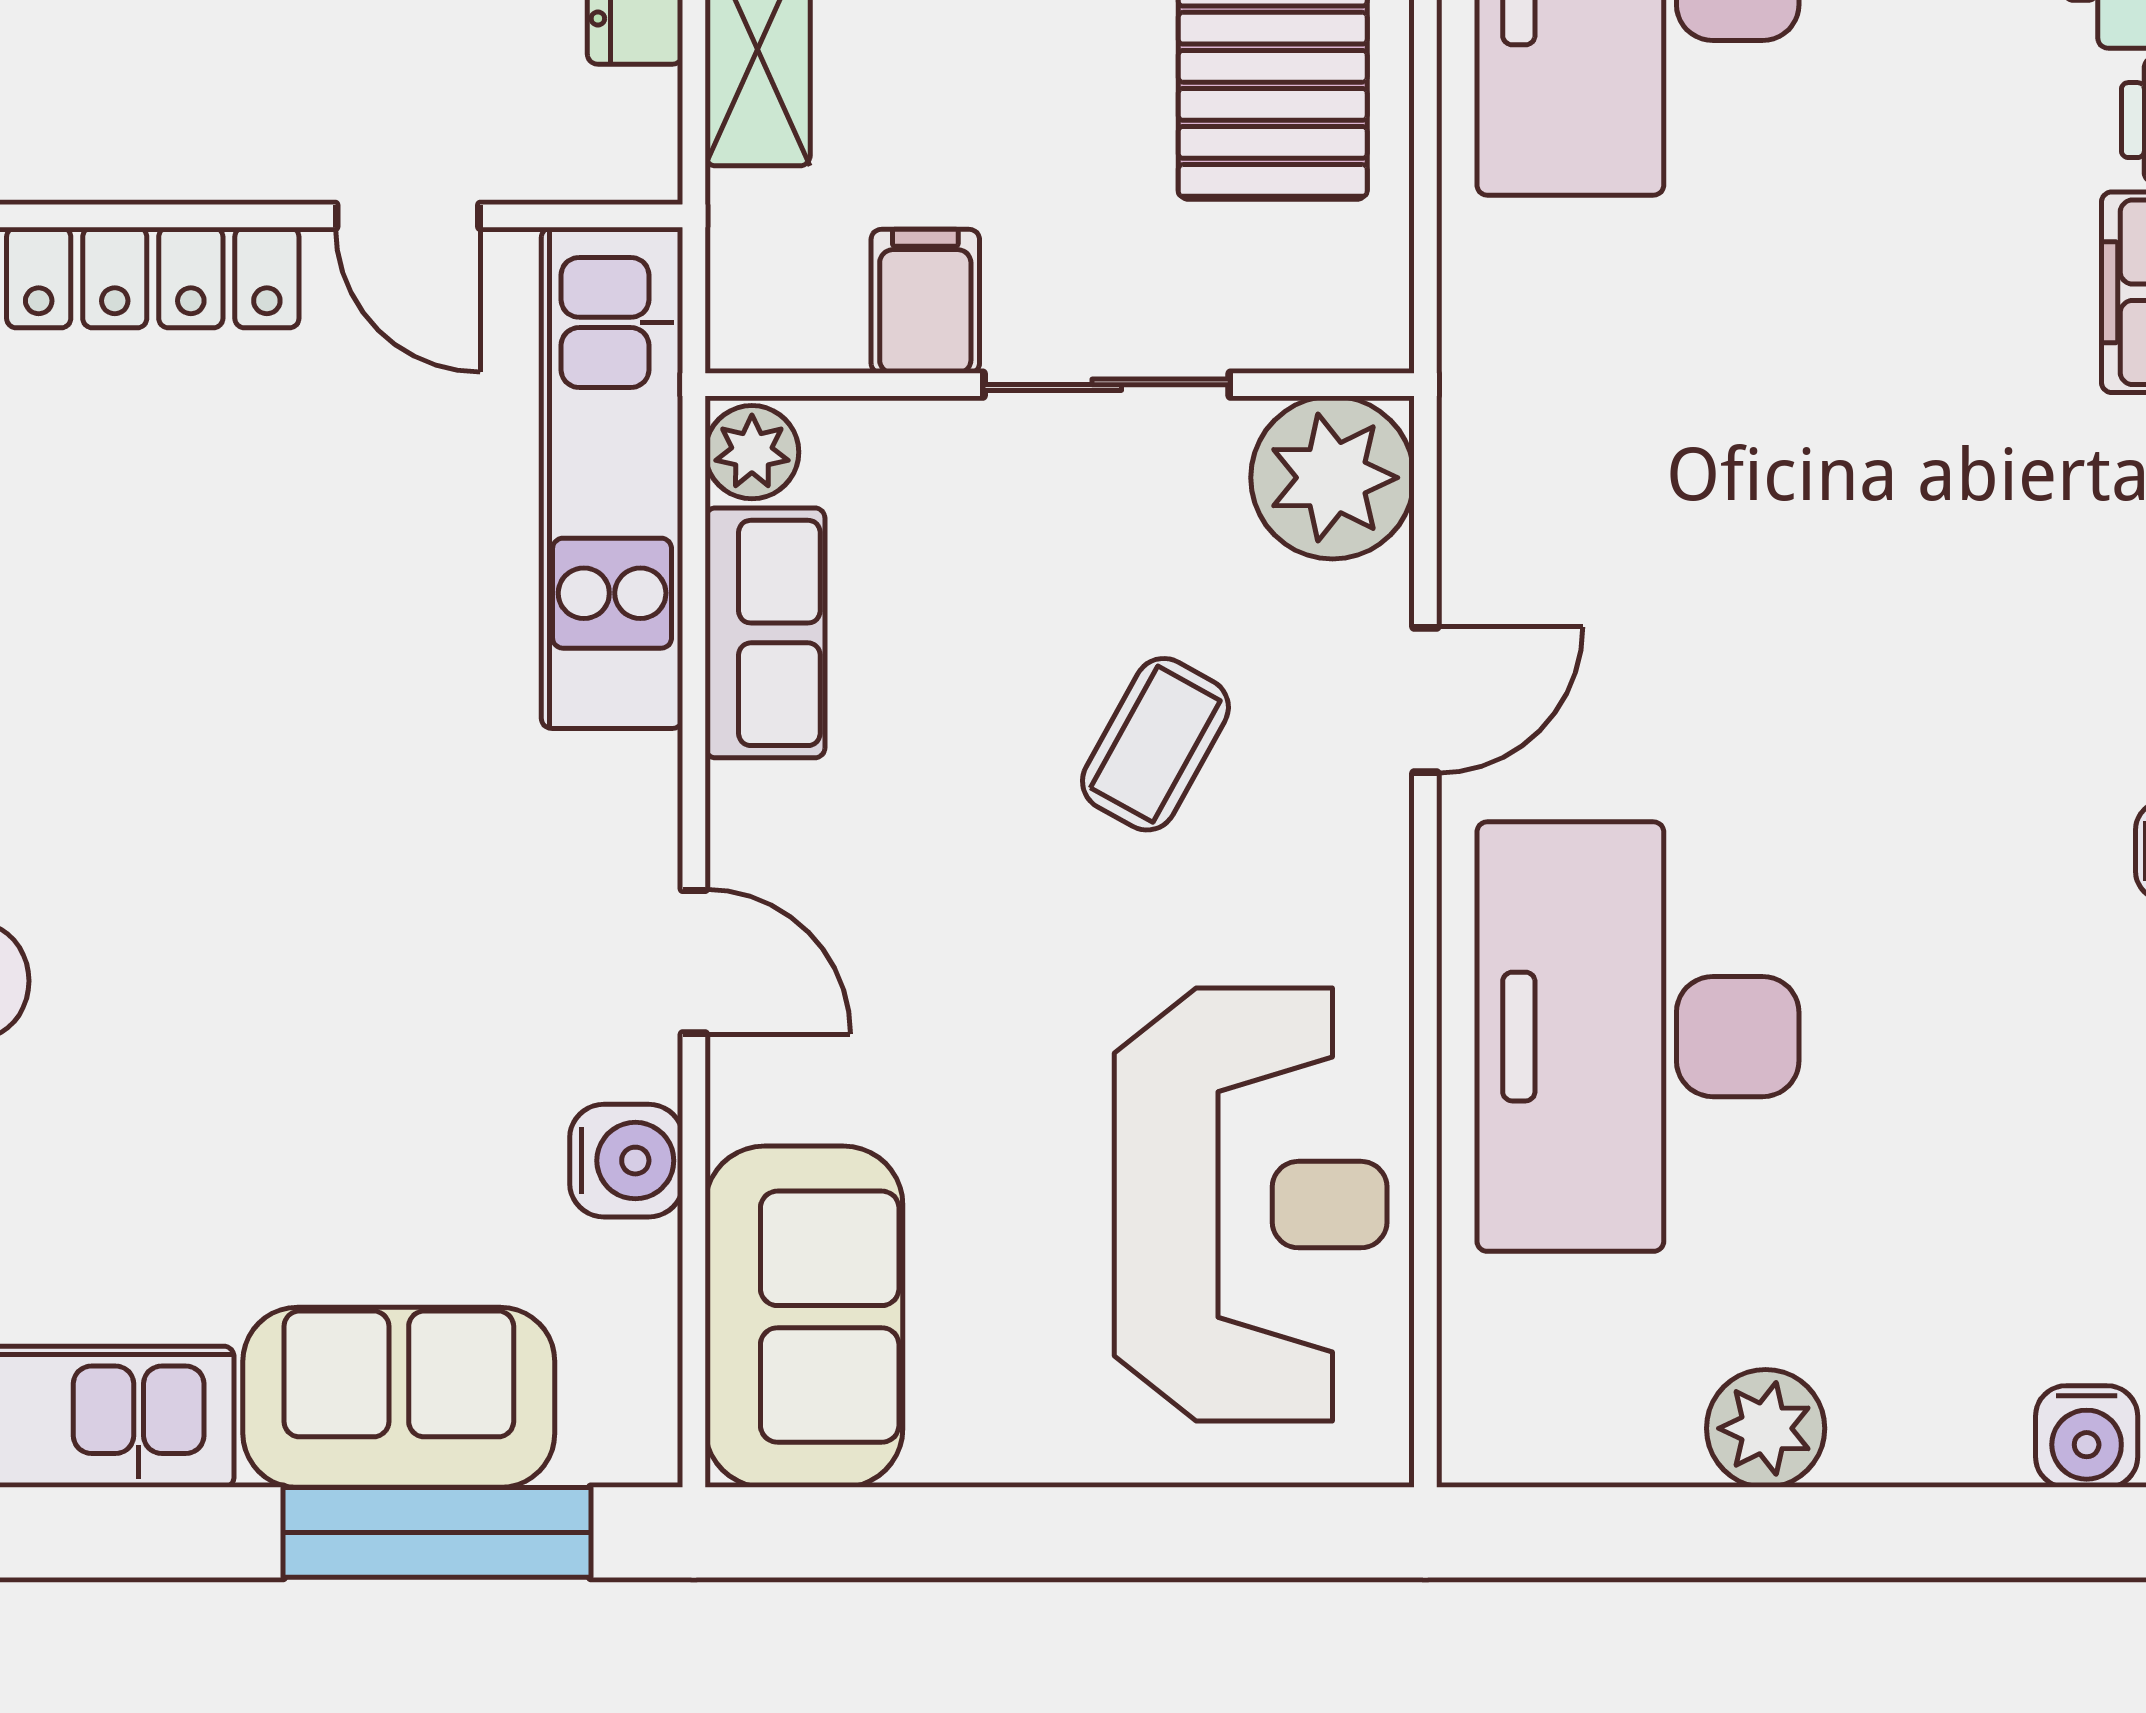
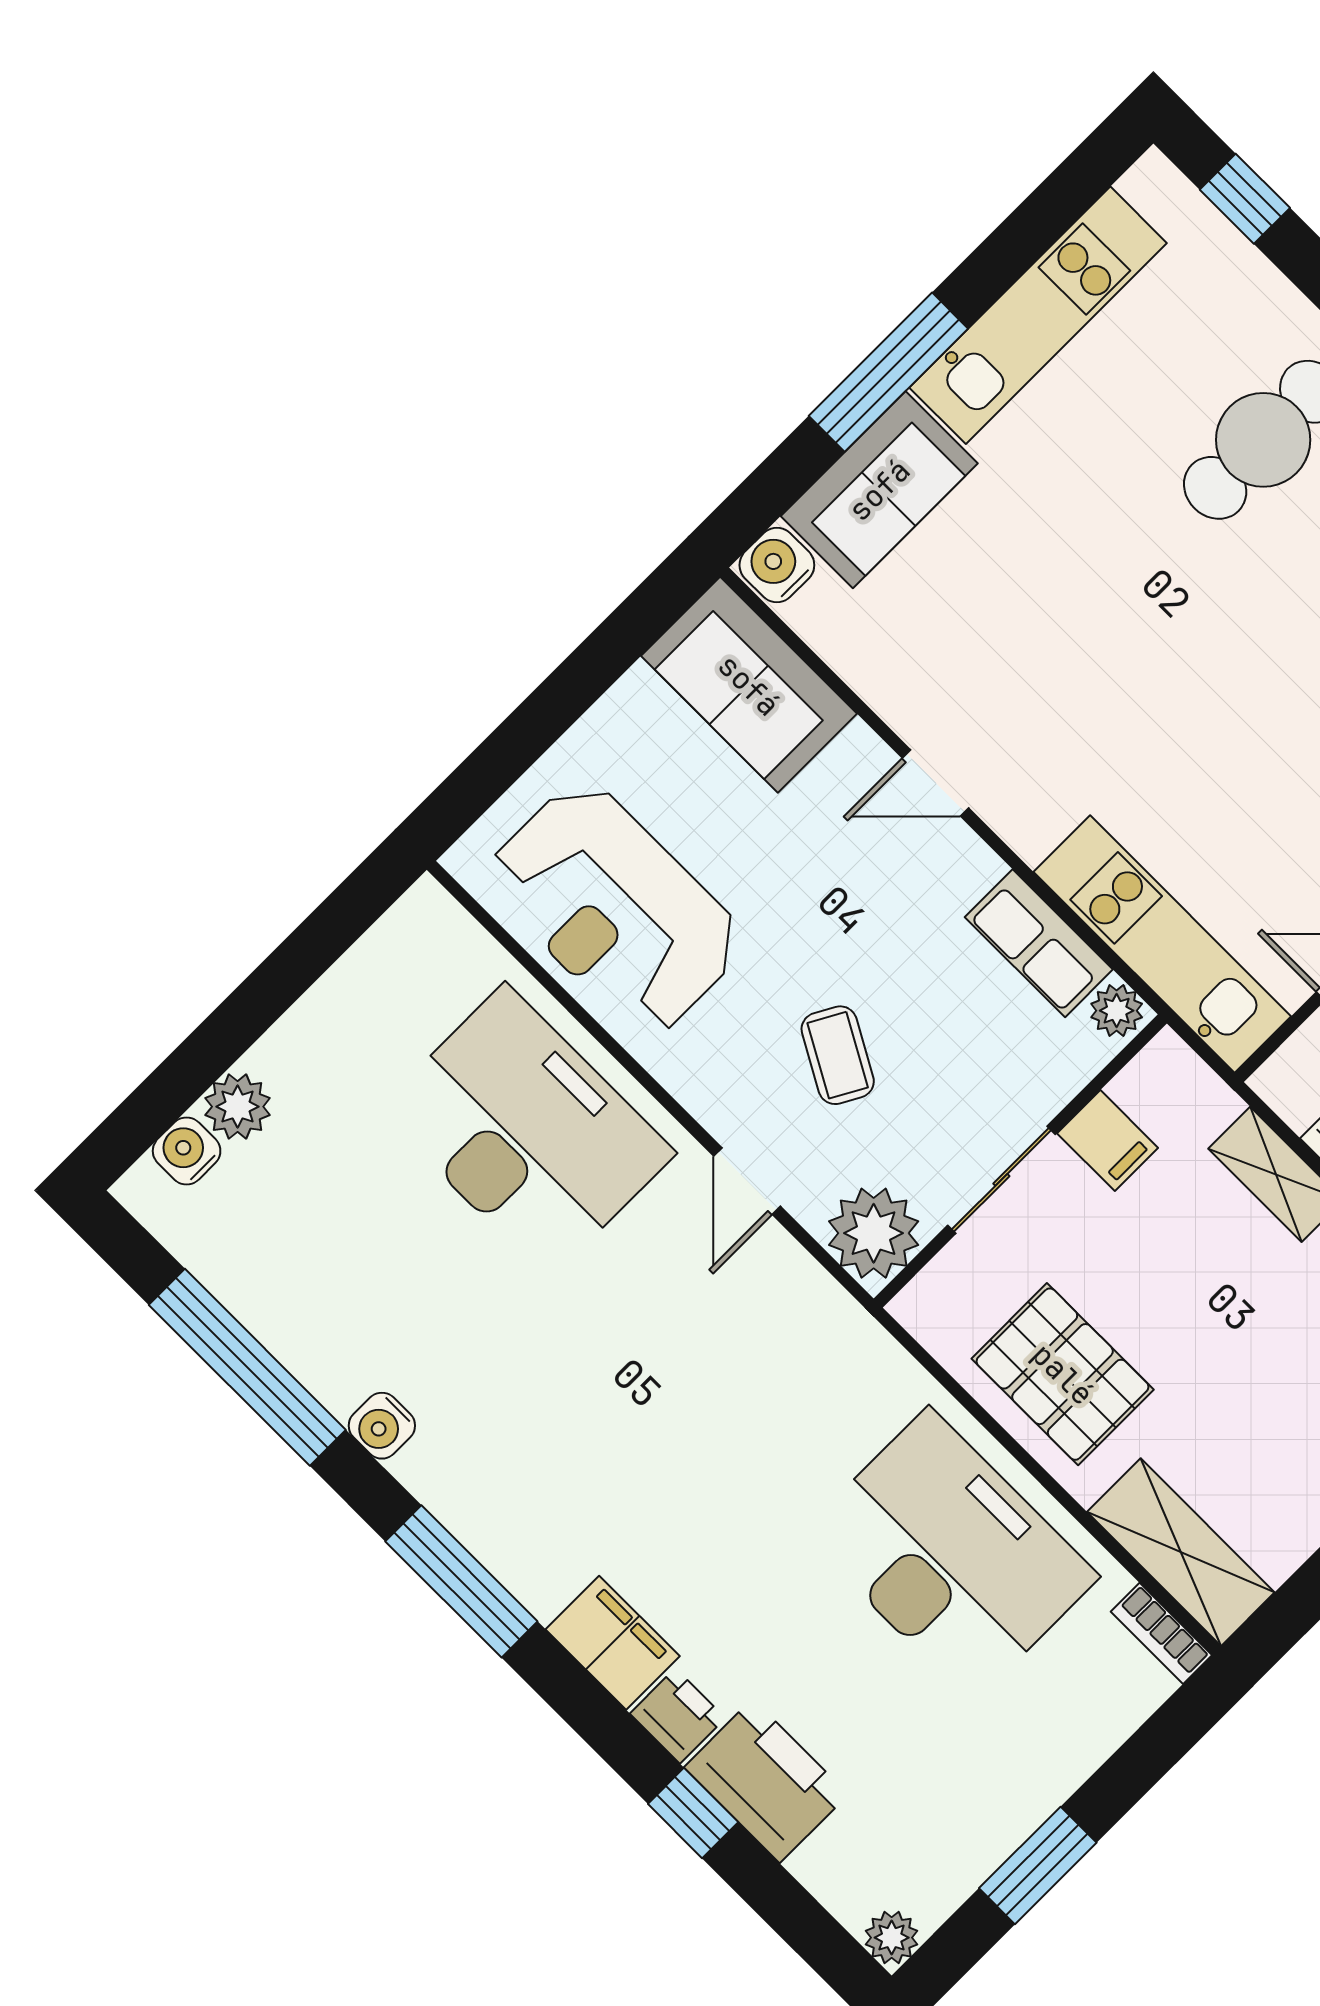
water cooler: (626, 1161) -> (777, 565), moved, turned 90
plant: (1766, 1428) -> (238, 1107), moved
window: (437, 1532) -> (888, 372), moved

